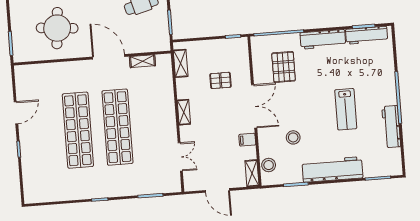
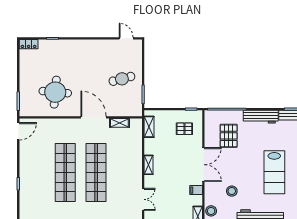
pallet: (221, 80) -> (184, 129), moved
lab bench: (346, 109) -> (274, 172), width x1.36, depth x1.39
door: (16, 113) -> (18, 131), moved

